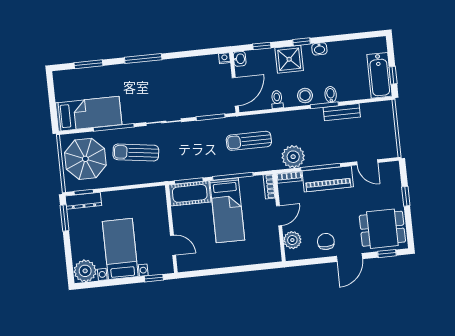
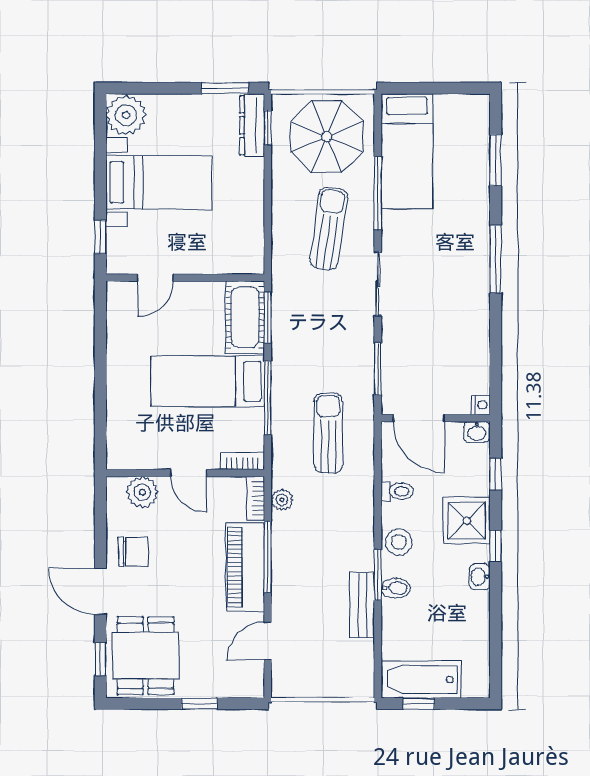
plant: (293, 157) -> (282, 500), width x0.53, depth x0.53

